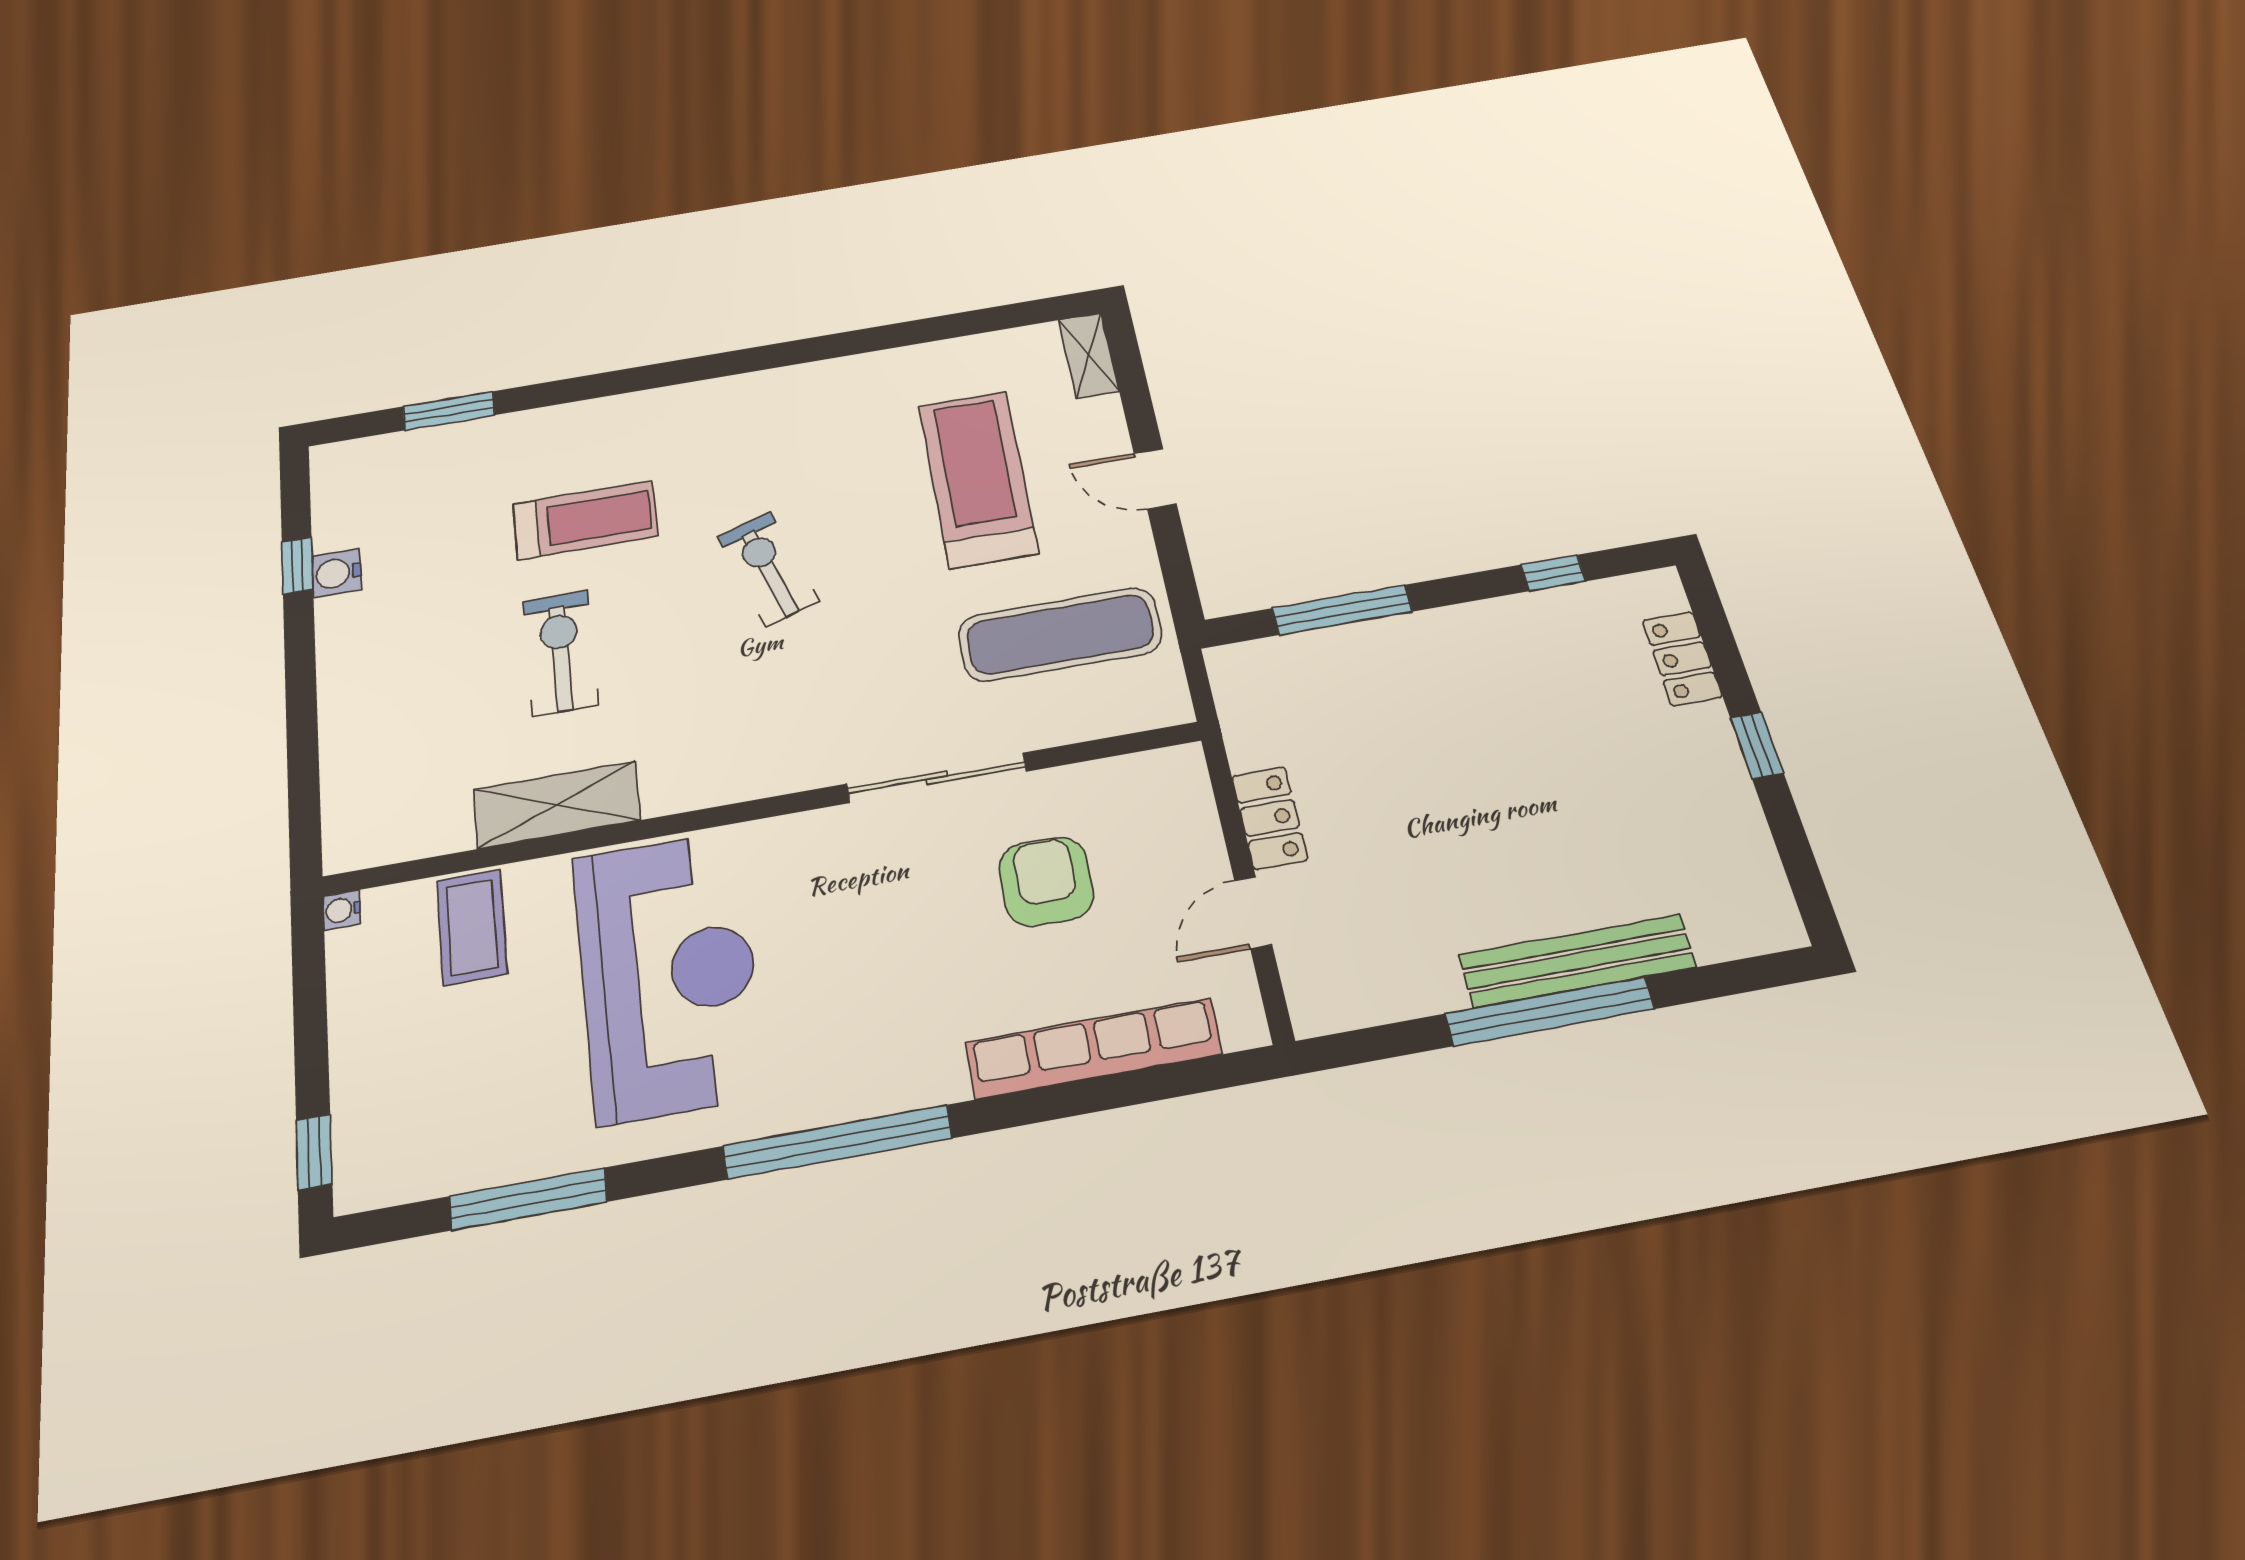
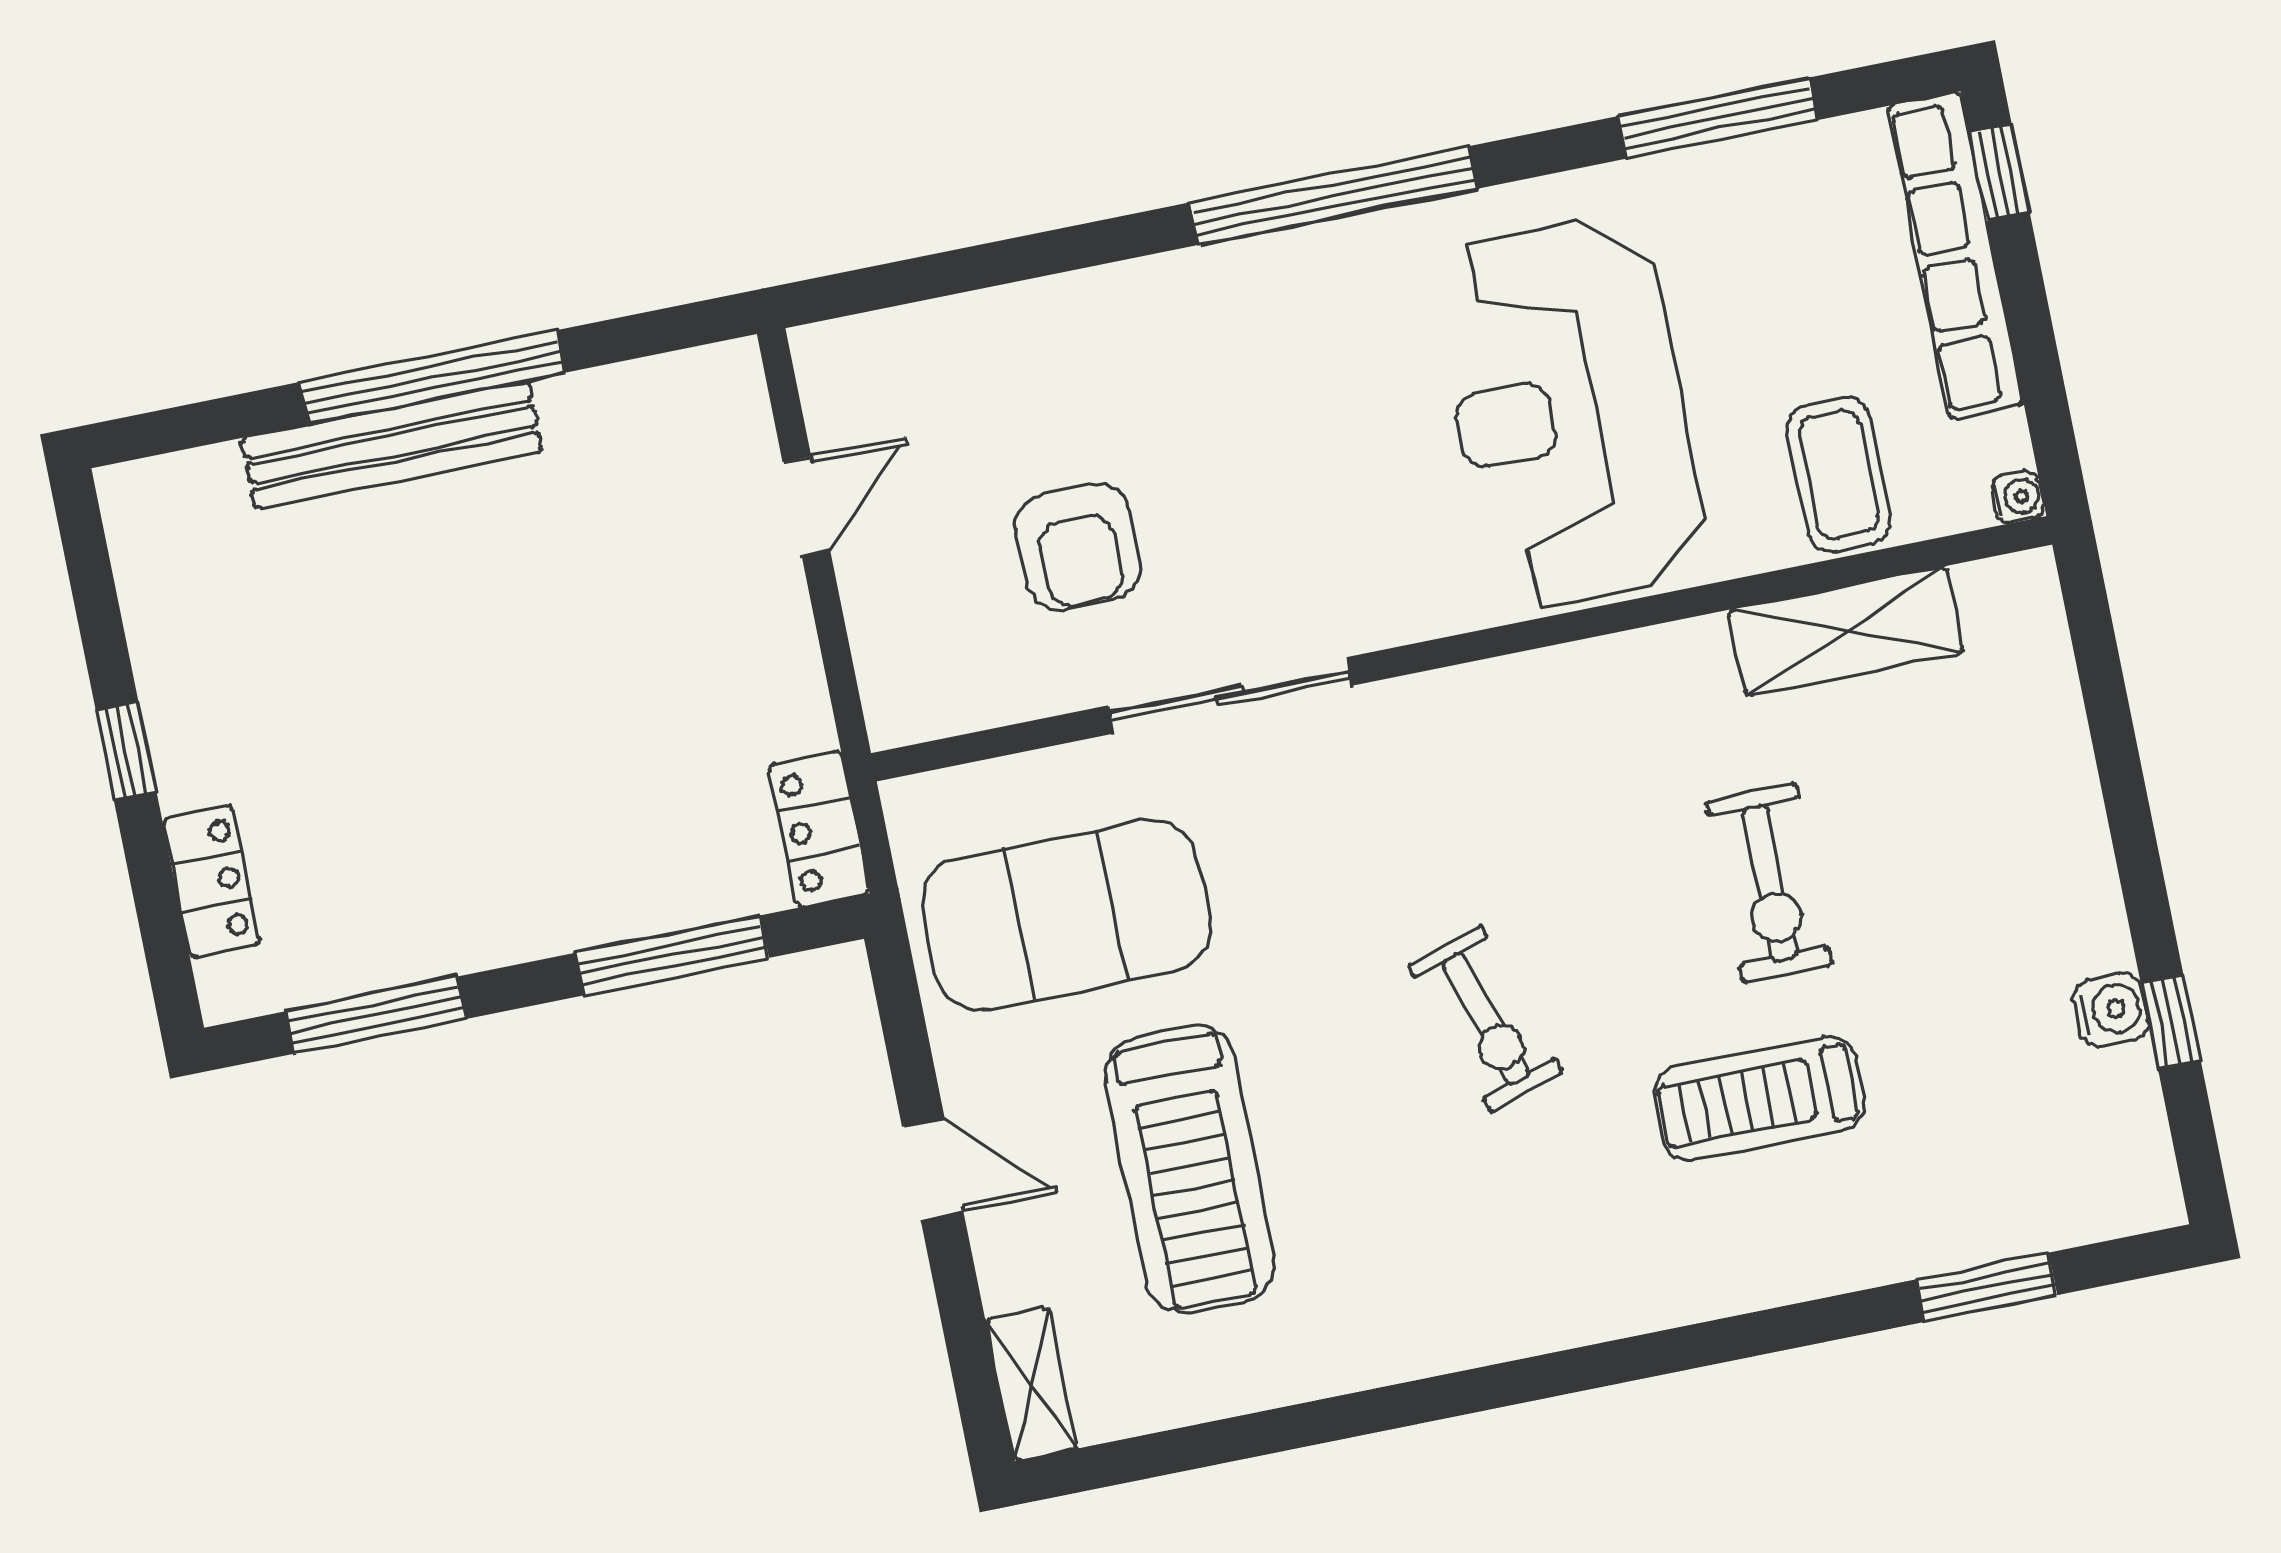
window: (1553, 573) -> (375, 1015), width x2.17
exercise mat: (1060, 634) -> (1066, 915), width x1.47
shelving: (557, 805) -> (1846, 631), moved
locker: (1270, 818) -> (819, 829), moved
row of seats: (1094, 1048) -> (1955, 255), moved, turned 90

